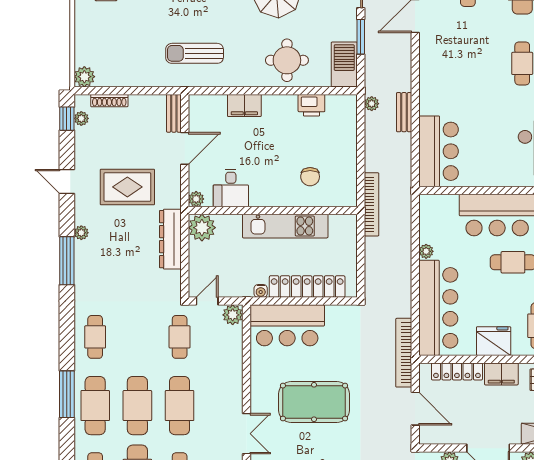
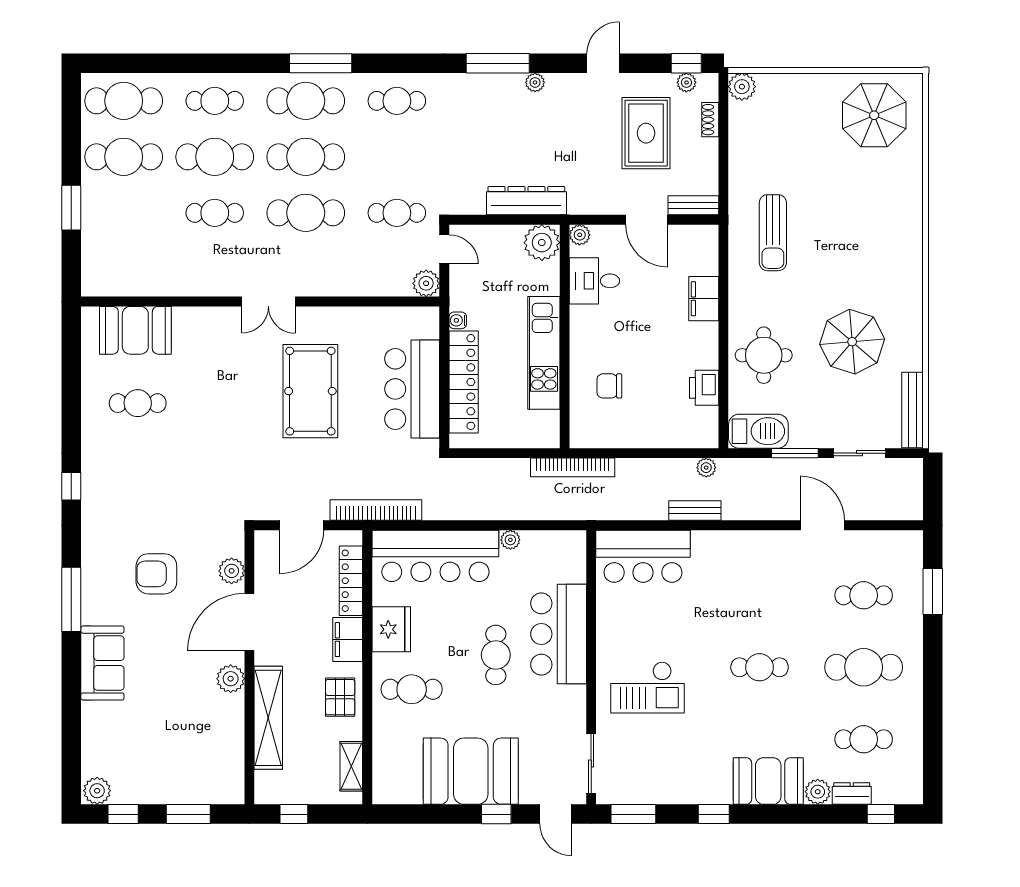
sun lounger: (195, 53) -> (773, 233), turned 180
shoe rack: (109, 101) -> (710, 120), width x0.70
rug: (127, 187) -> (646, 133), moved
bar counter: (287, 325) -> (412, 389), moved

